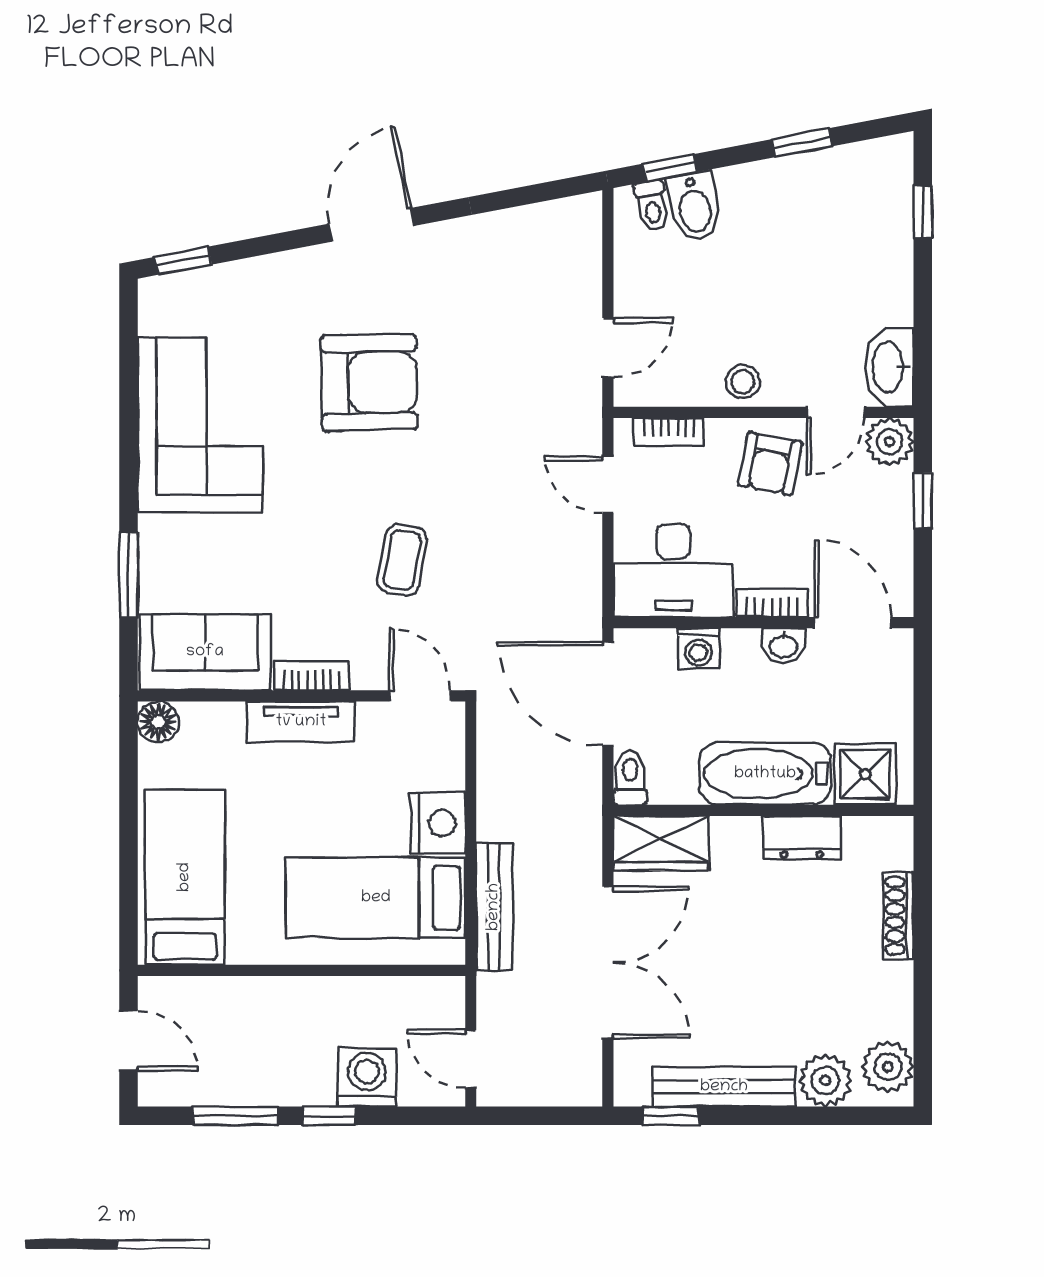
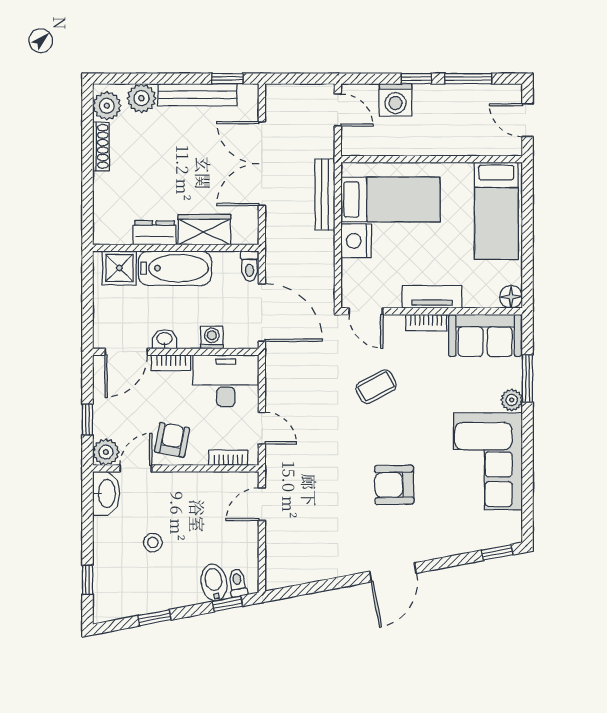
stool: (743, 382) -> (153, 543), moved
armchair: (369, 383) -> (394, 485), width x0.73, depth x0.73
plant: (157, 536) -> (512, 400), added
coffee table: (402, 560) -> (376, 387), turned 52
door: (853, 623) -> (126, 352), hinge flipped
wardrobe: (661, 843) -> (204, 230), moved
shoe rack: (899, 916) -> (101, 146), moved

